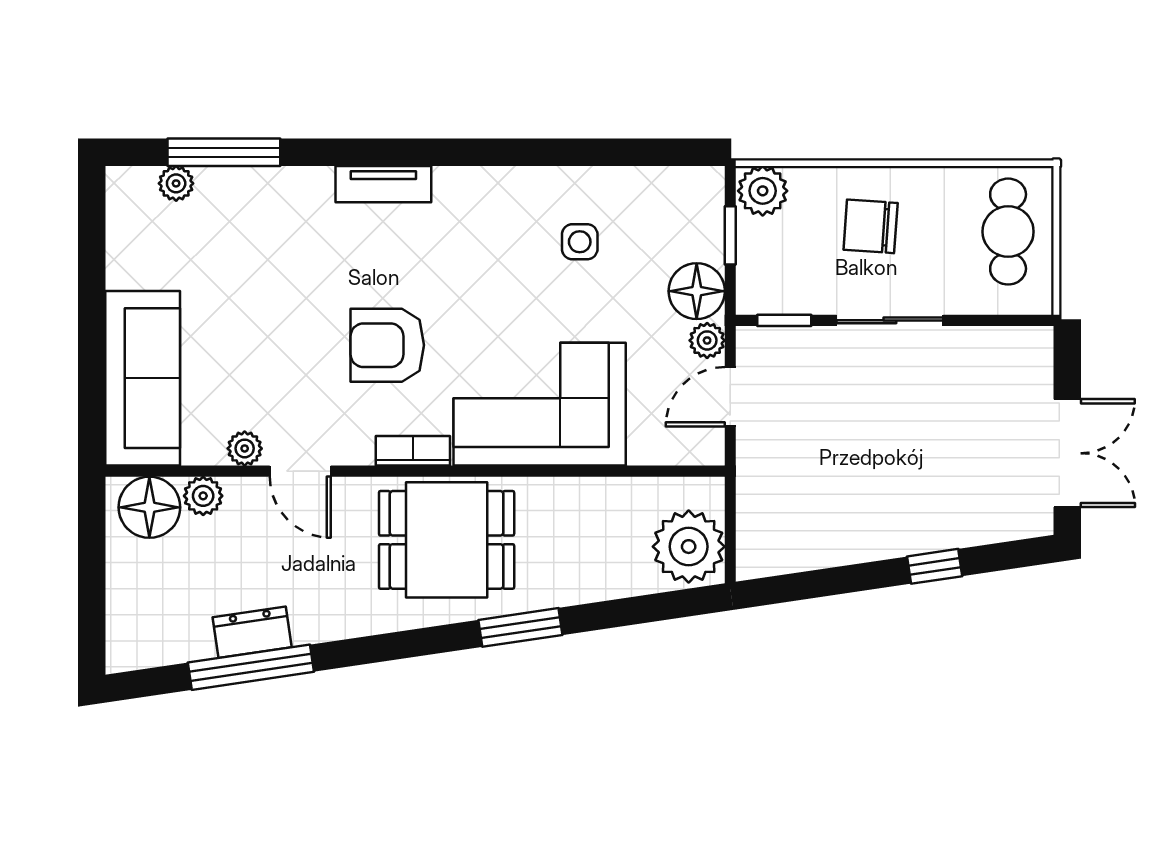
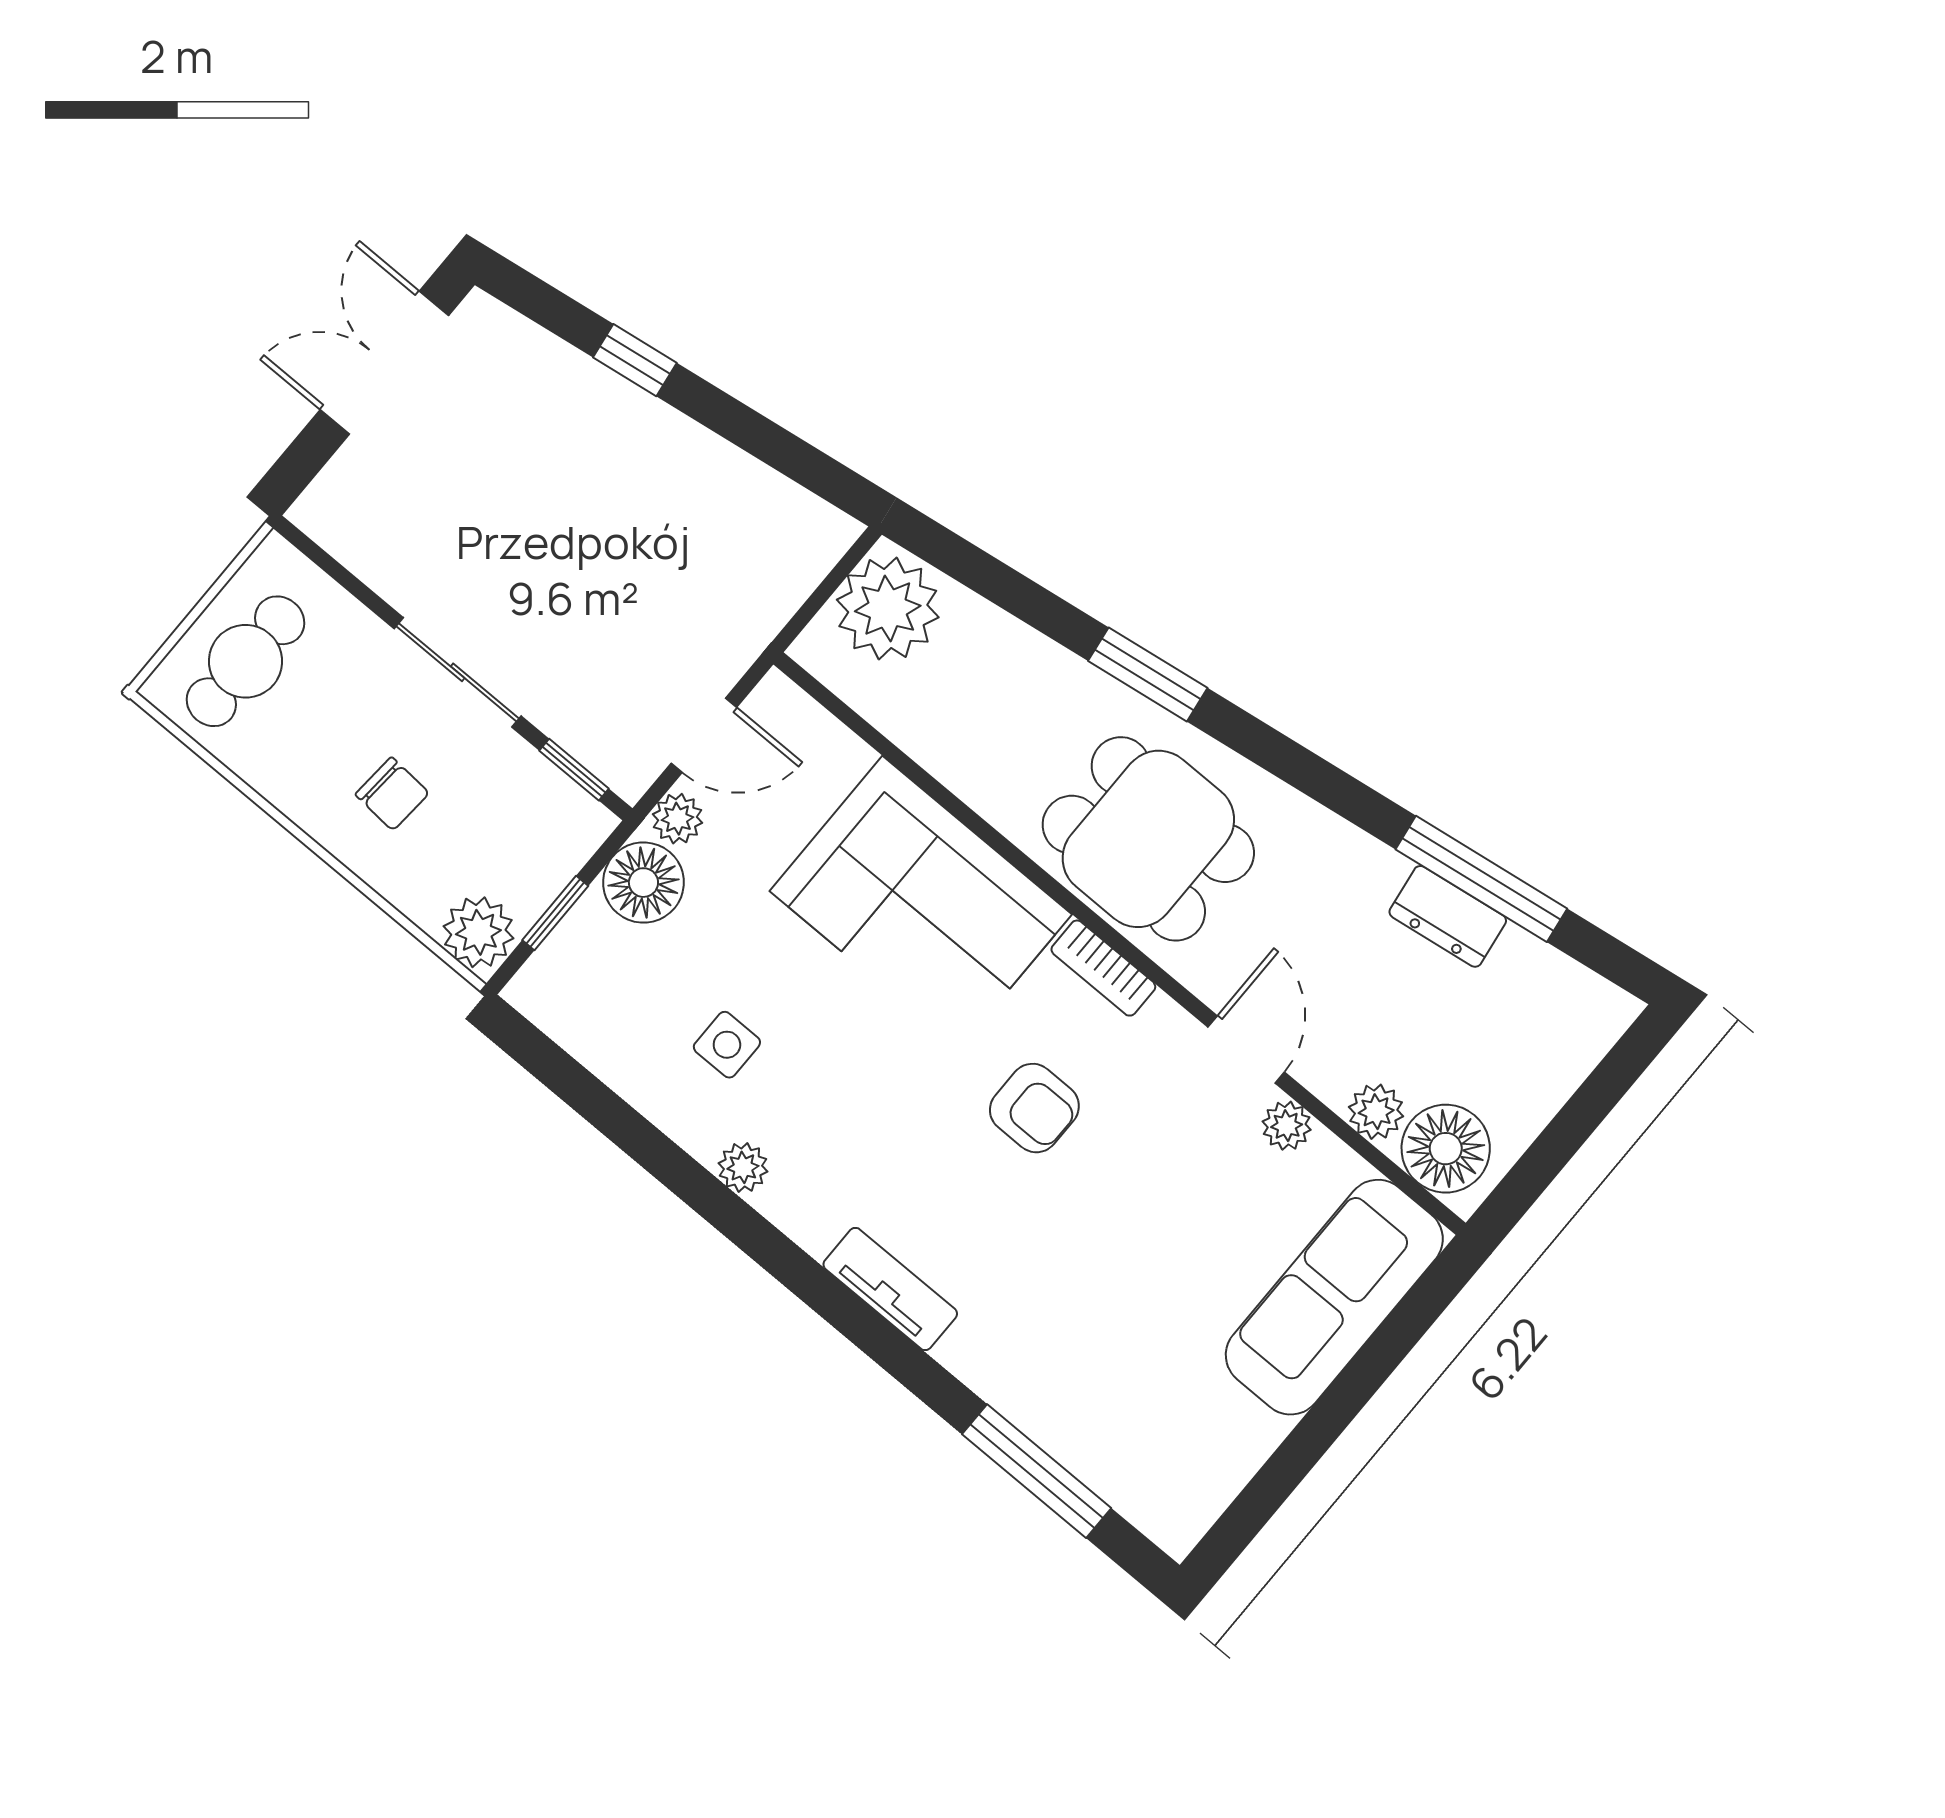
plant: (176, 183) -> (743, 1167), moved
chair: (871, 226) -> (392, 794), width x0.73, depth x0.73
armchair: (387, 345) -> (1034, 1108), width x0.72, depth x0.72

